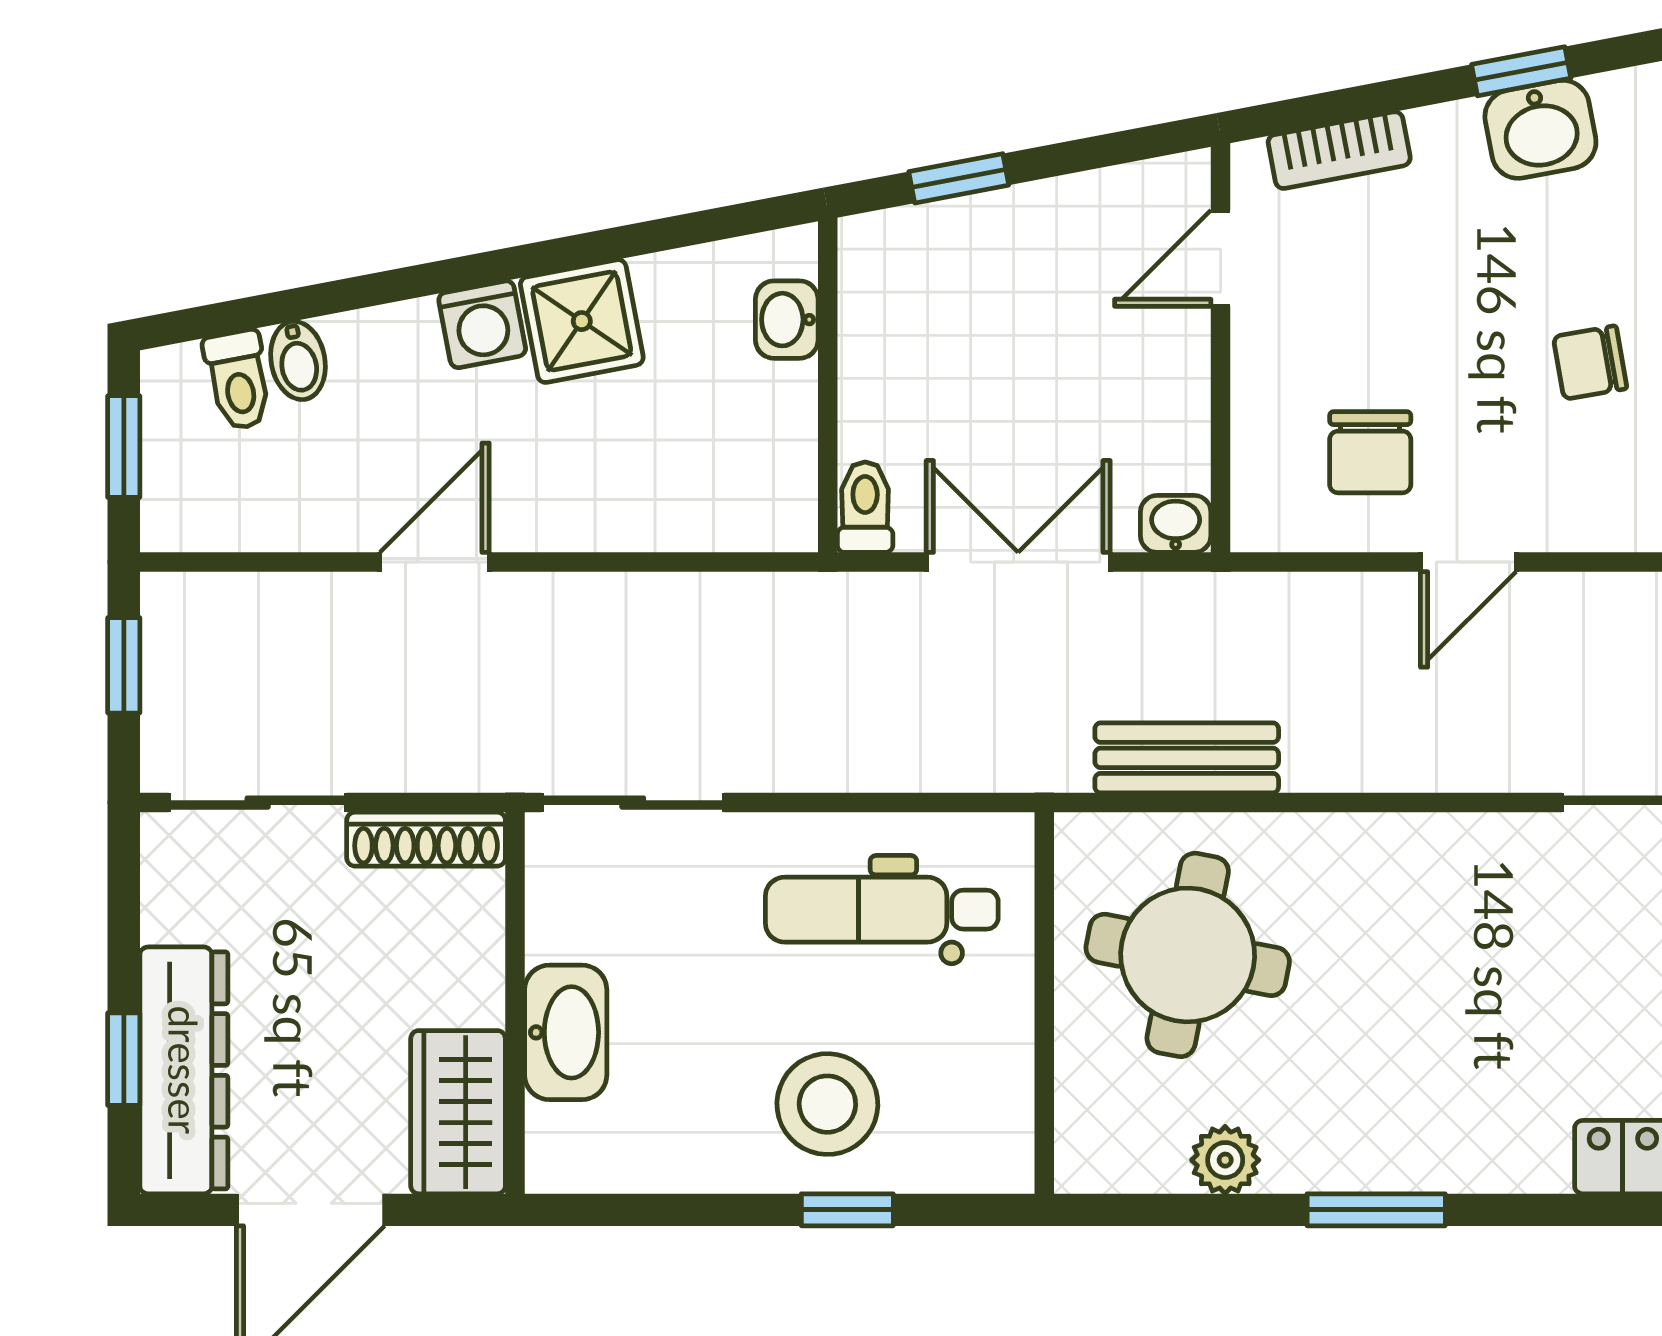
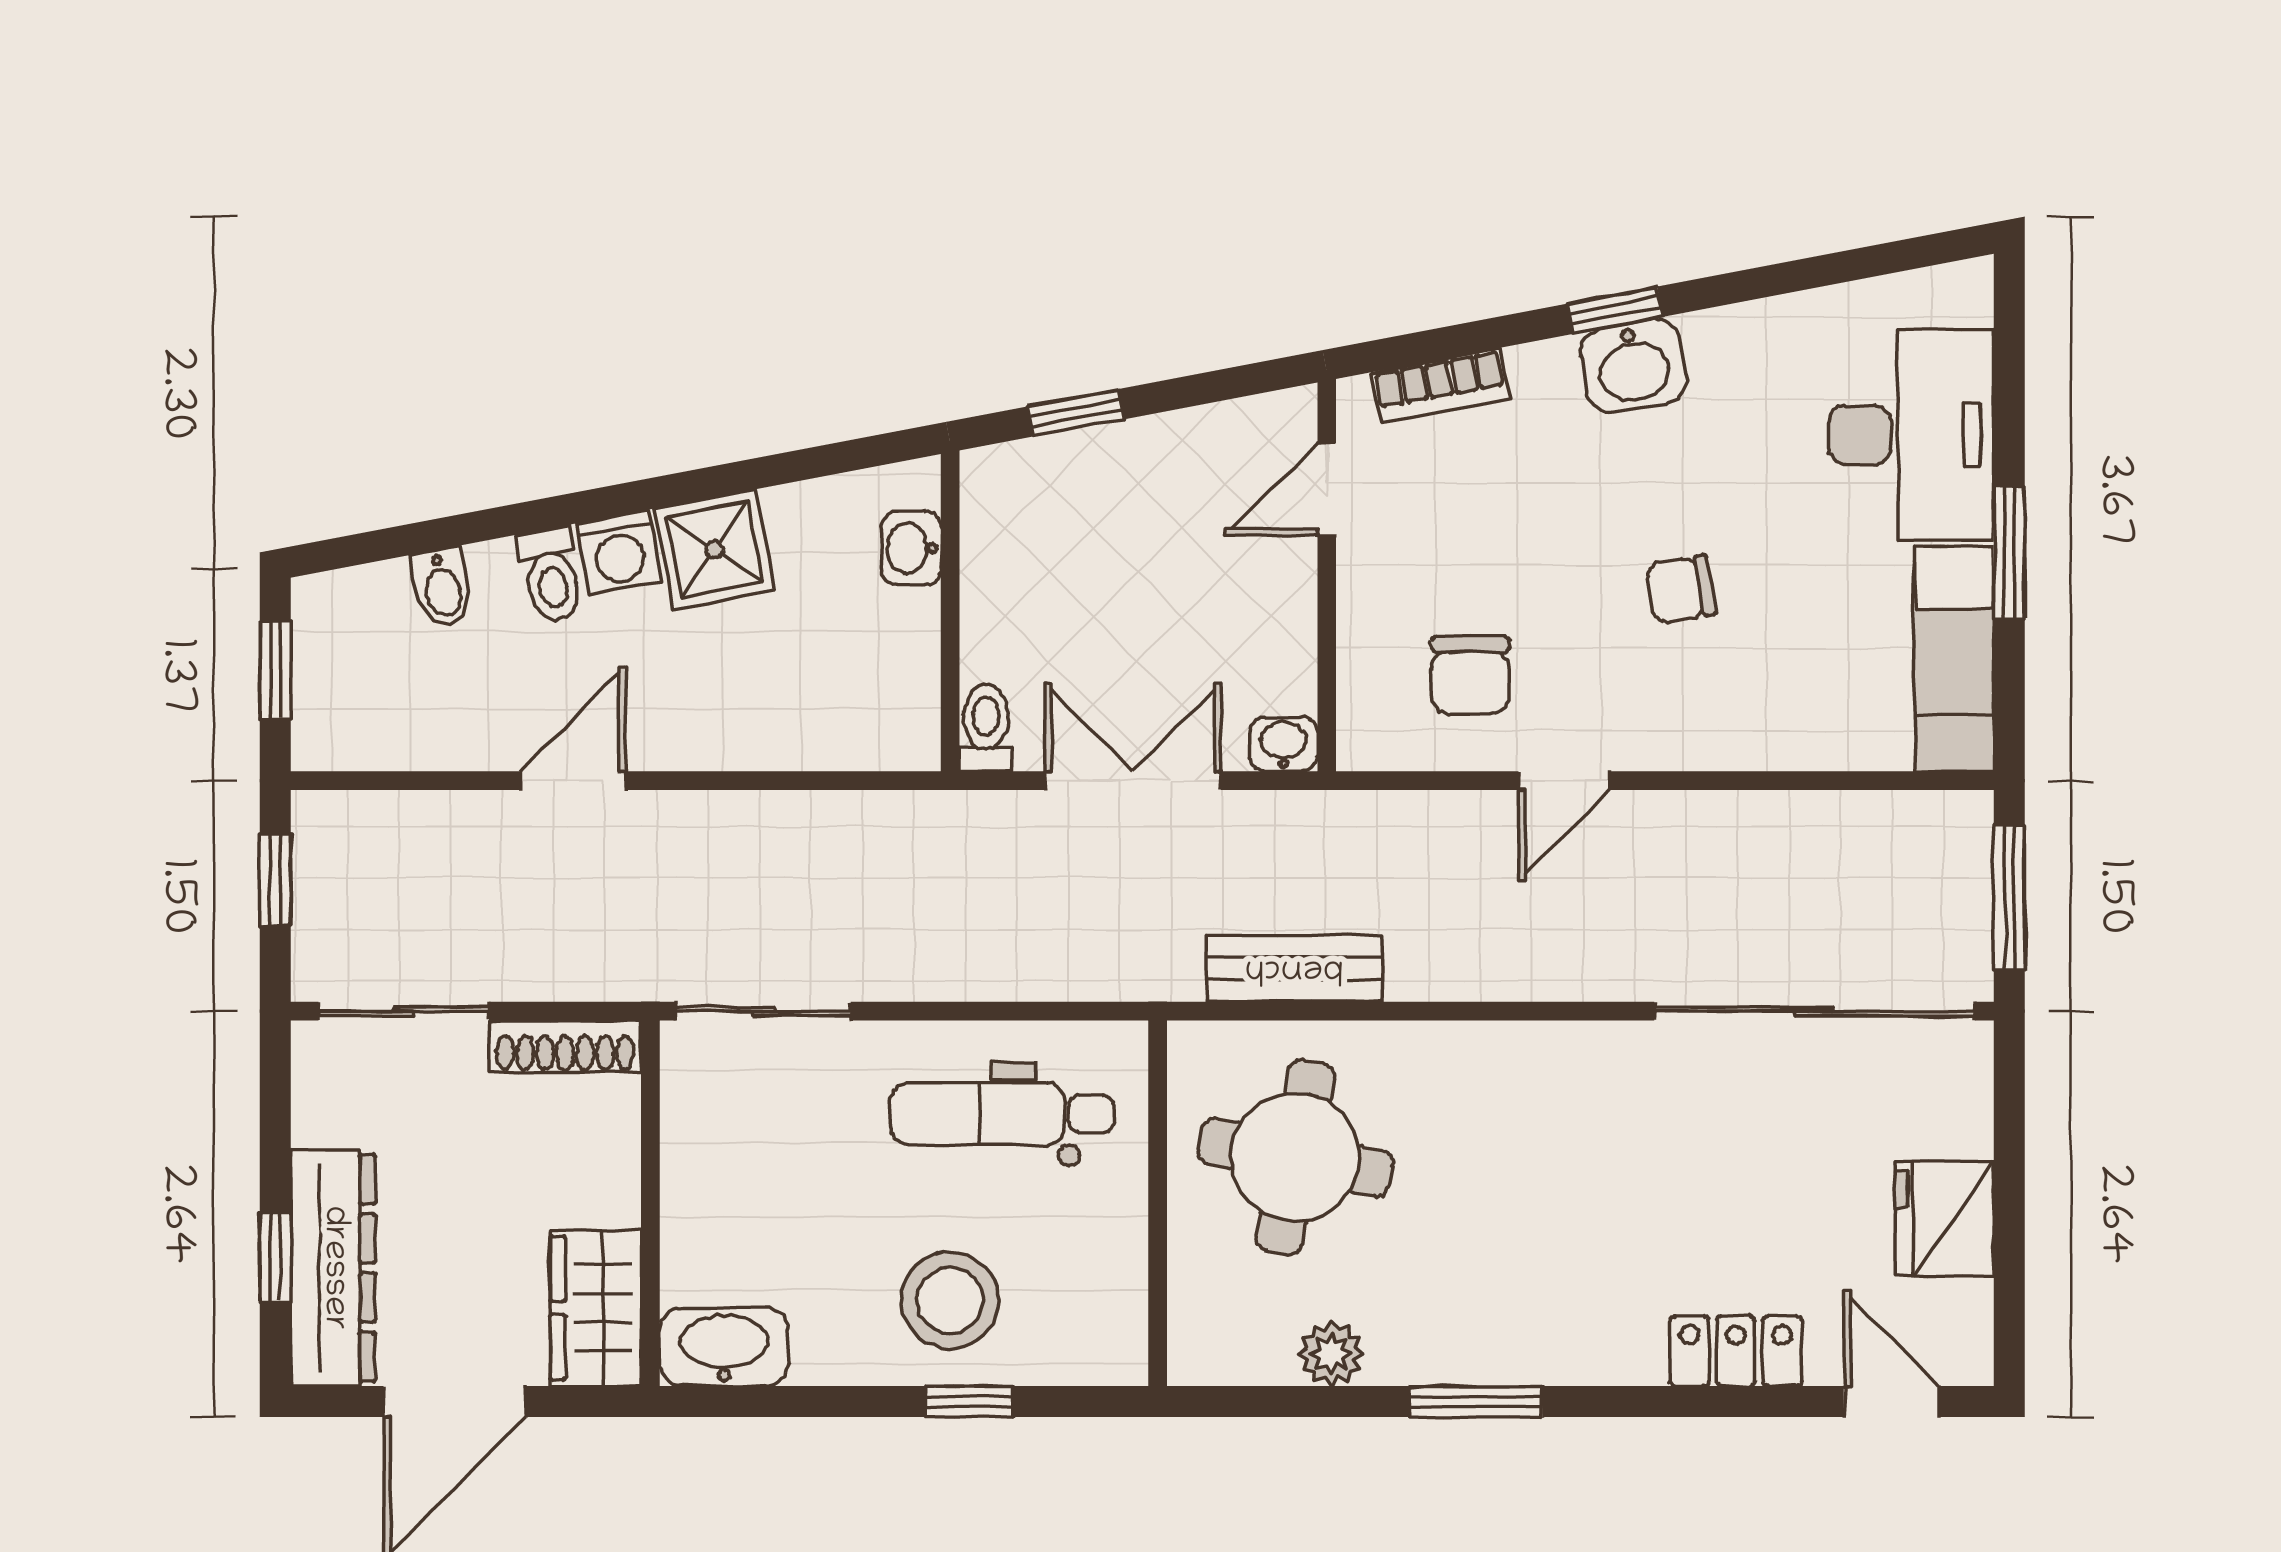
toilet: (238, 380) -> (551, 575), moved
washbasin: (566, 1032) -> (724, 1347), moved, turned -90

